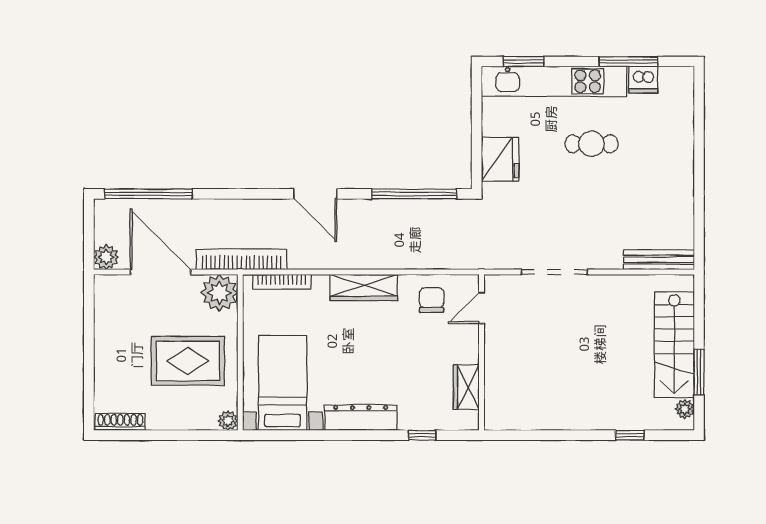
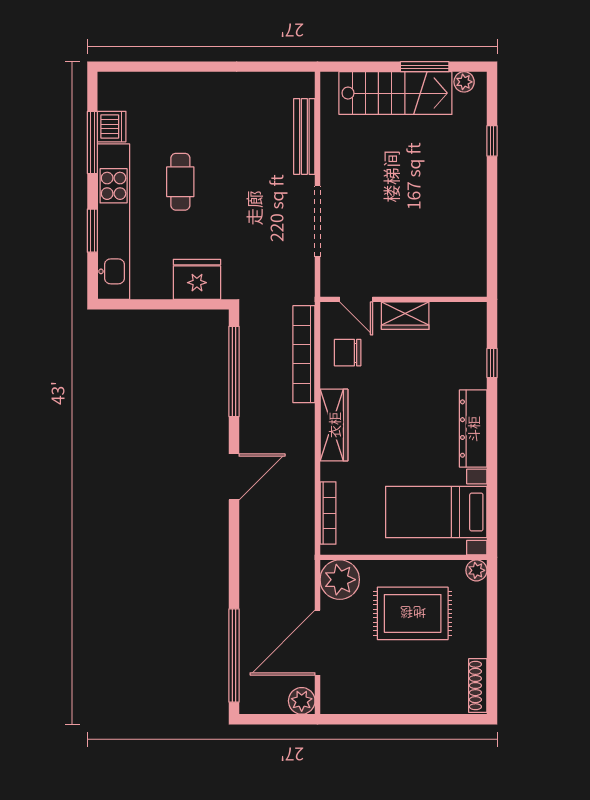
window: (524, 62) -> (92, 231), moved
bookcase: (241, 259) -> (304, 354), moved
bench: (659, 260) -> (304, 136), moved
rug: (188, 361) -> (413, 613), turned 90
wardrobe: (466, 387) -> (405, 316), moved

